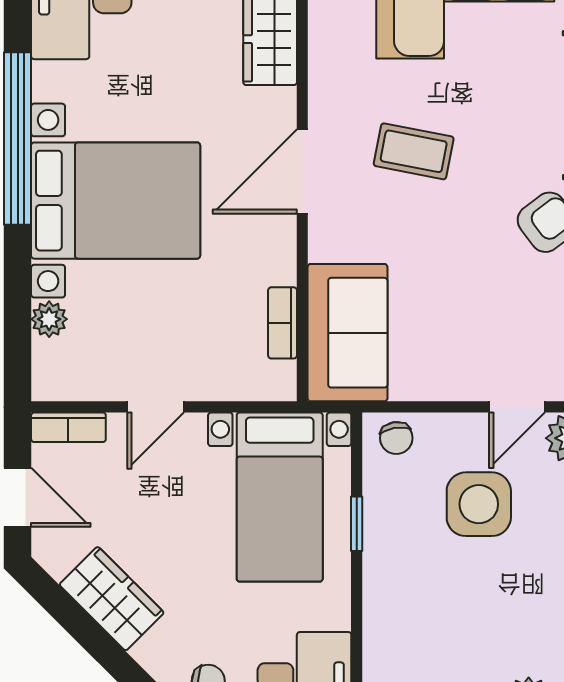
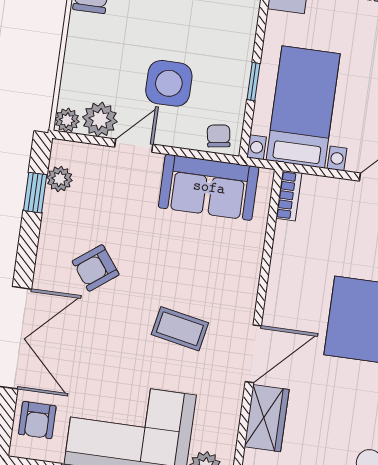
door: (302, 172) -> (253, 354), moved
bookcase: (283, 323) -> (289, 196), moved
sofa: (347, 333) -> (209, 187), moved, turned -90

